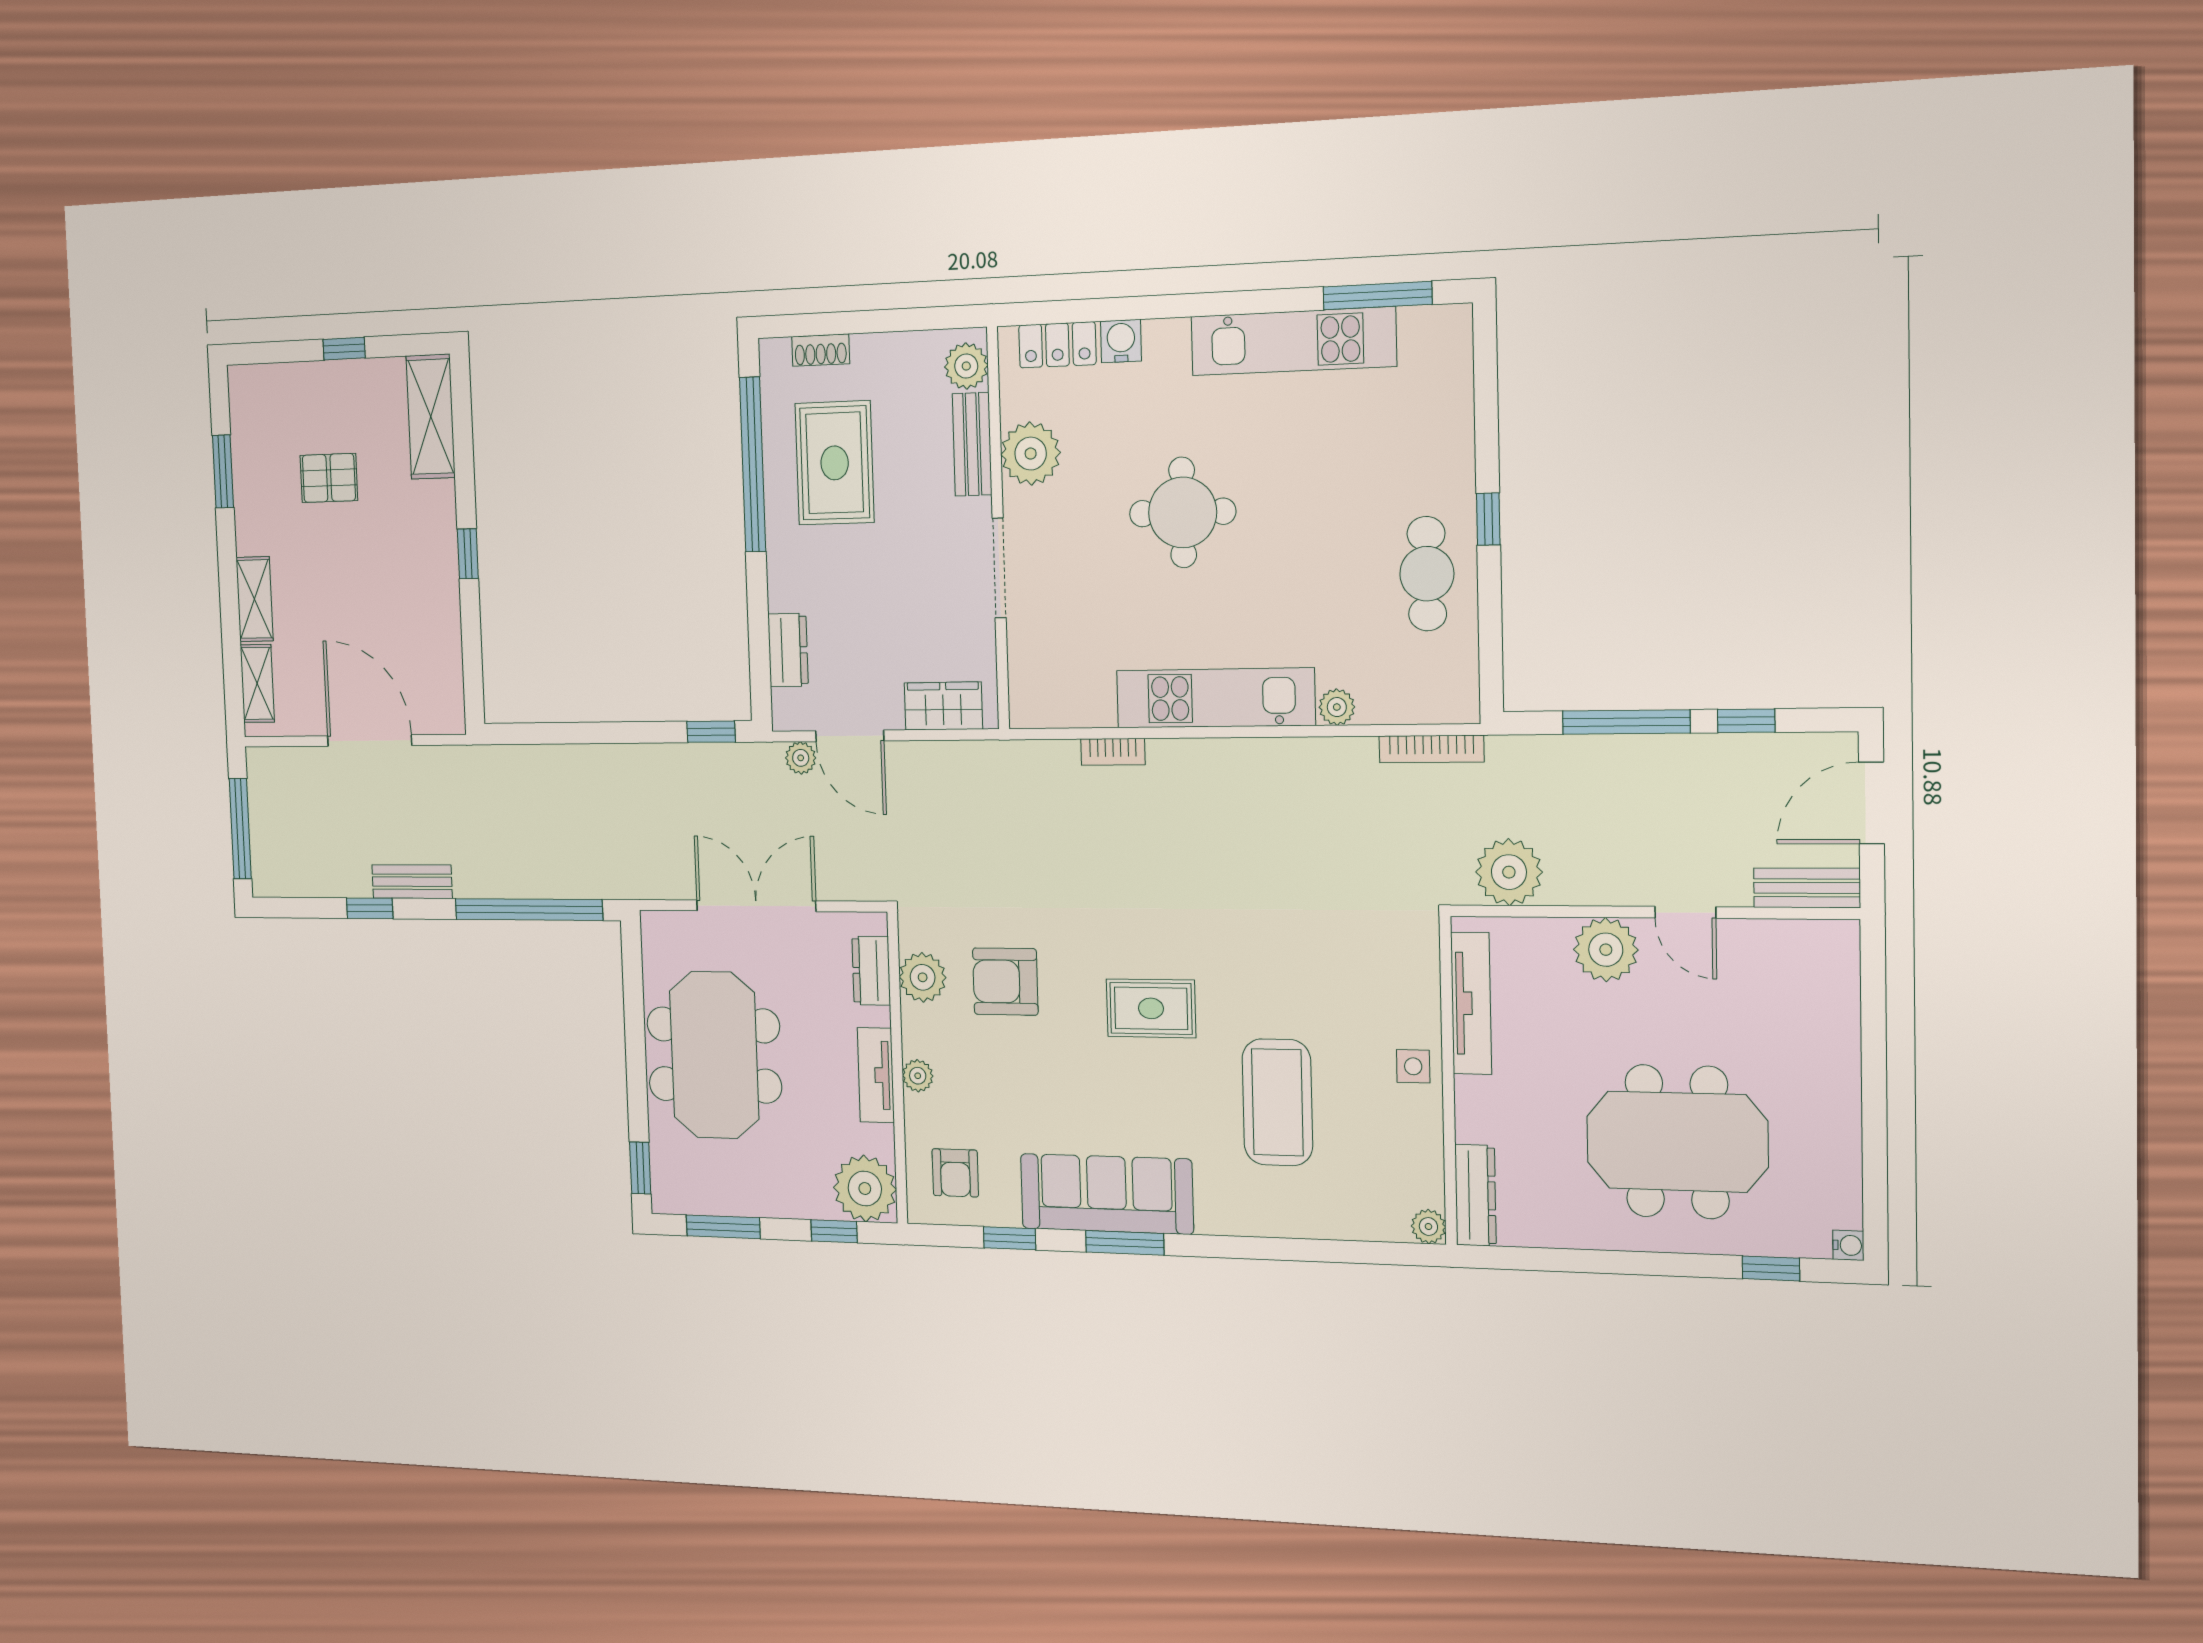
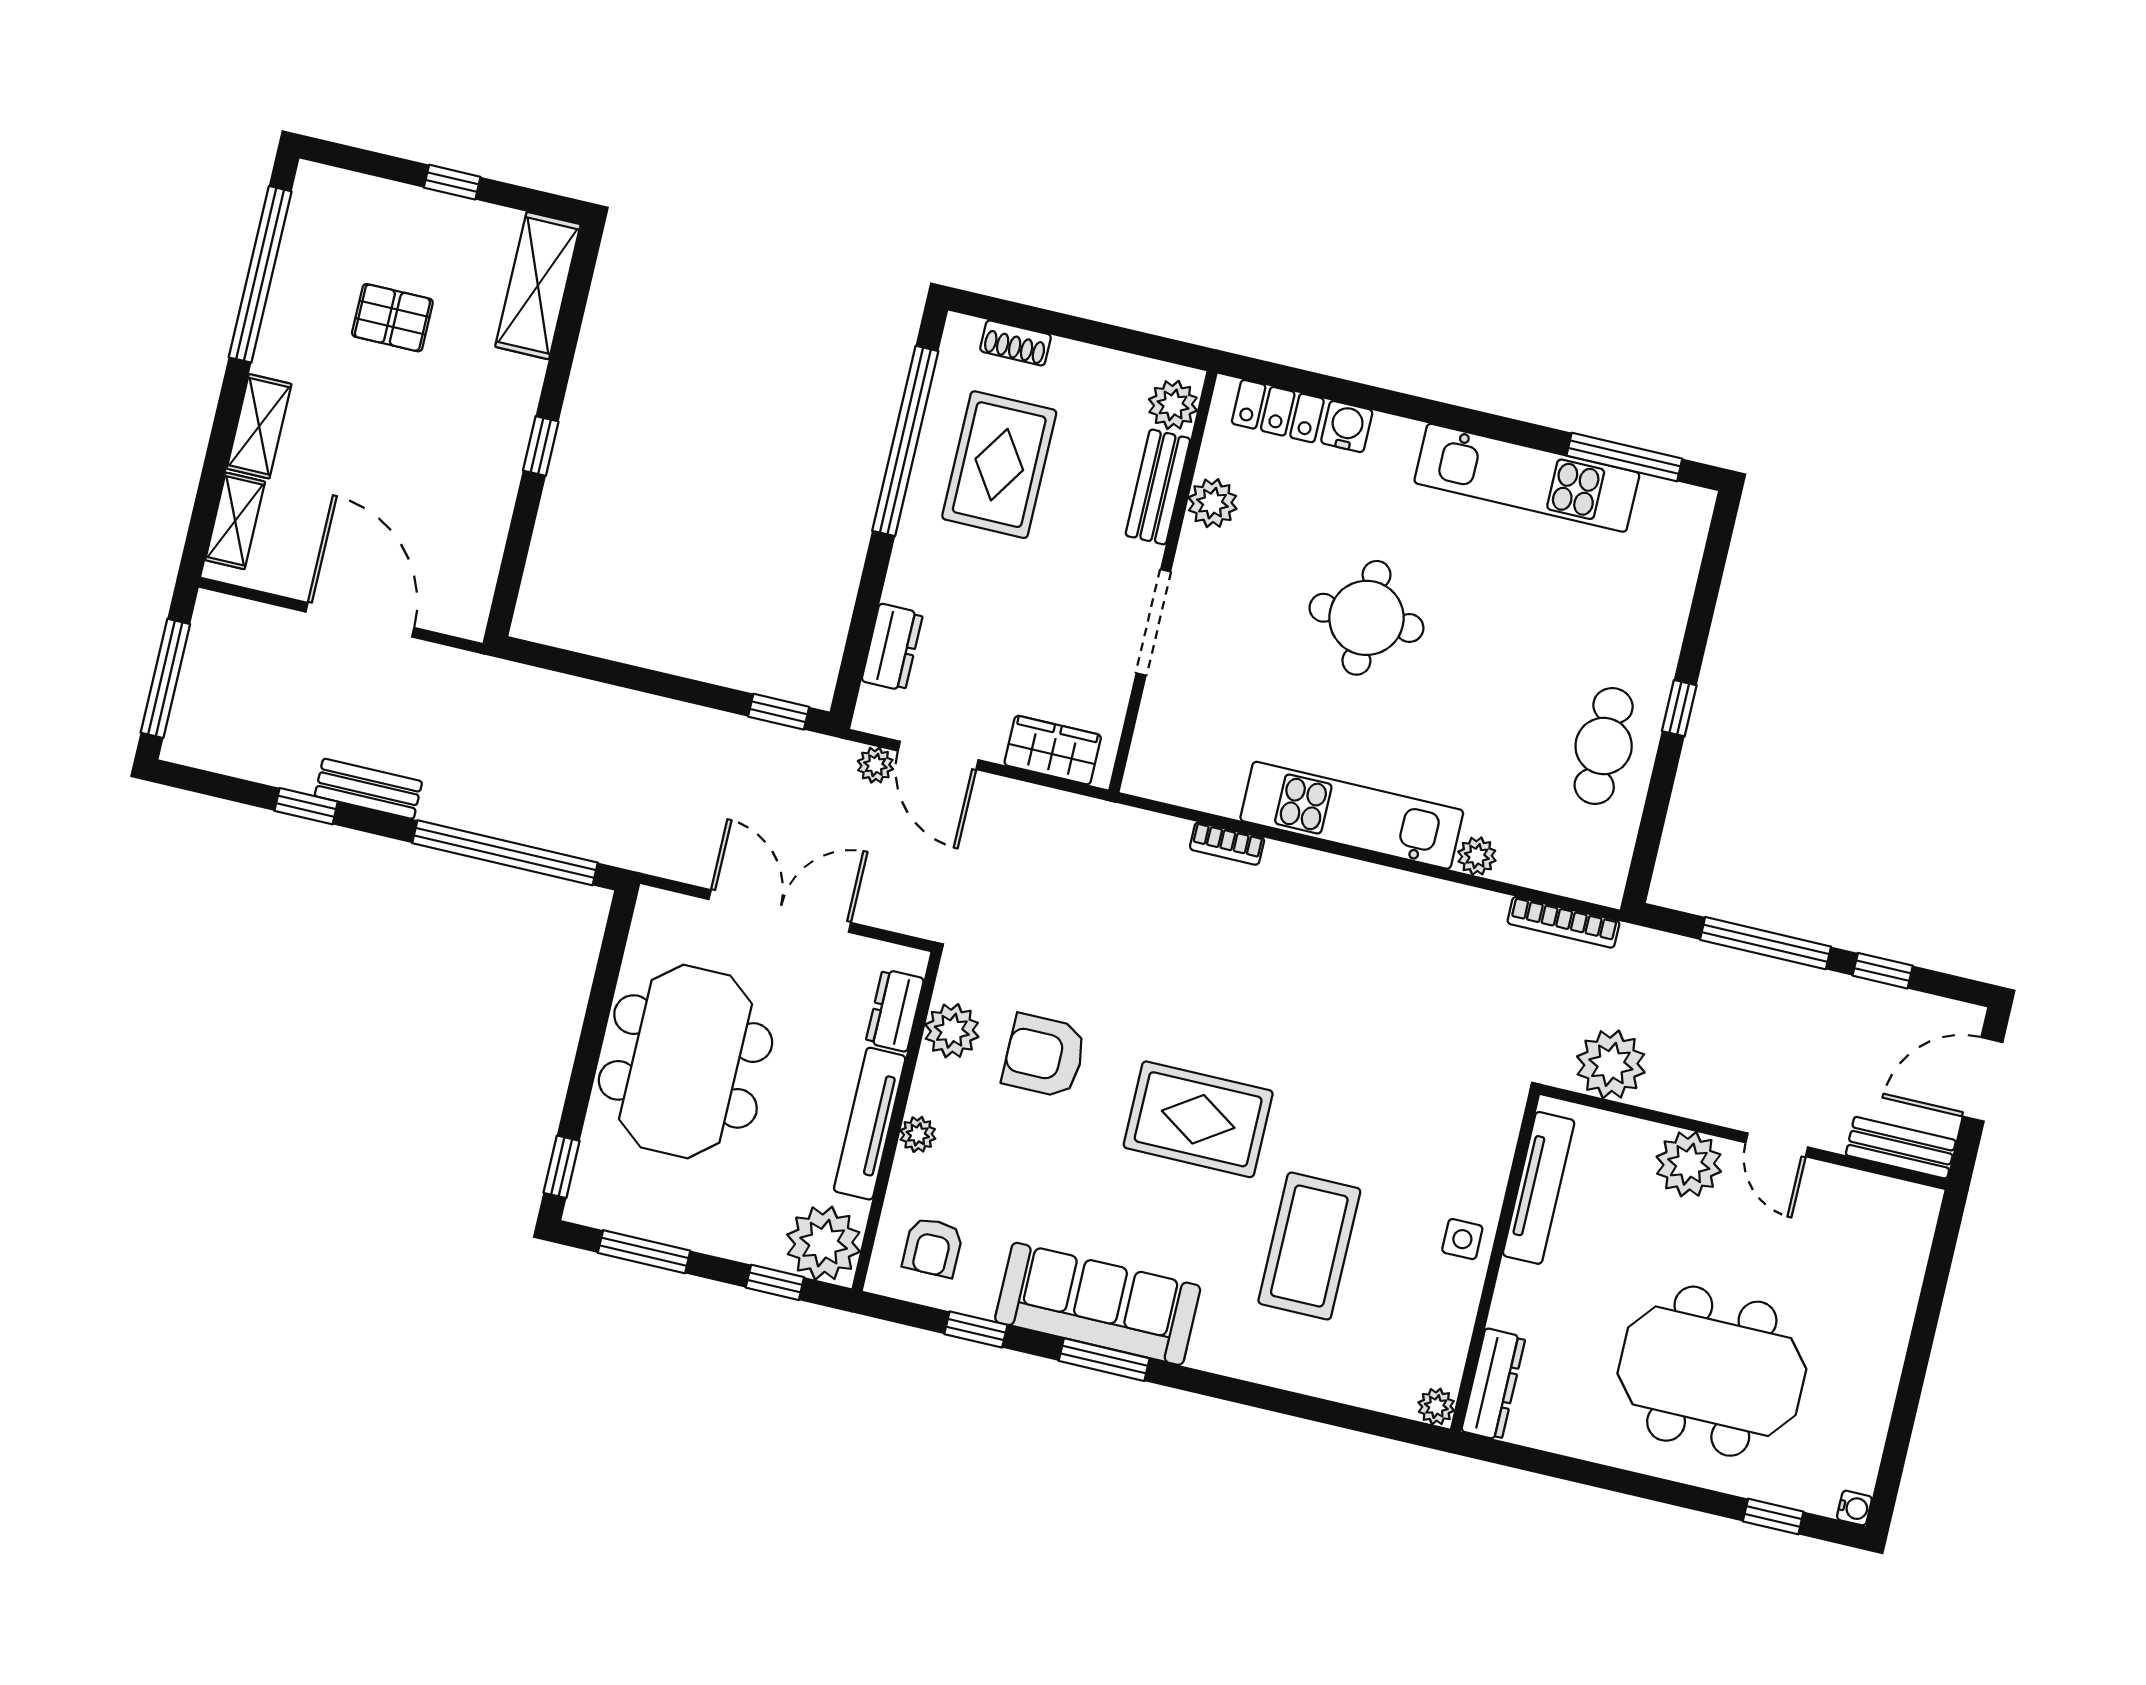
plant: (1031, 454) -> (1213, 503), width x0.73, depth x0.73
window: (223, 471) -> (260, 274), width x2.11
rug: (1151, 1008) -> (1198, 1119), width x1.36, depth x1.43
tv unit: (876, 1075) -> (870, 1124), width x1.41

